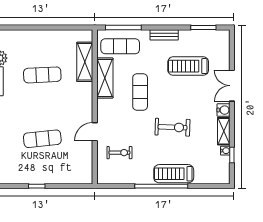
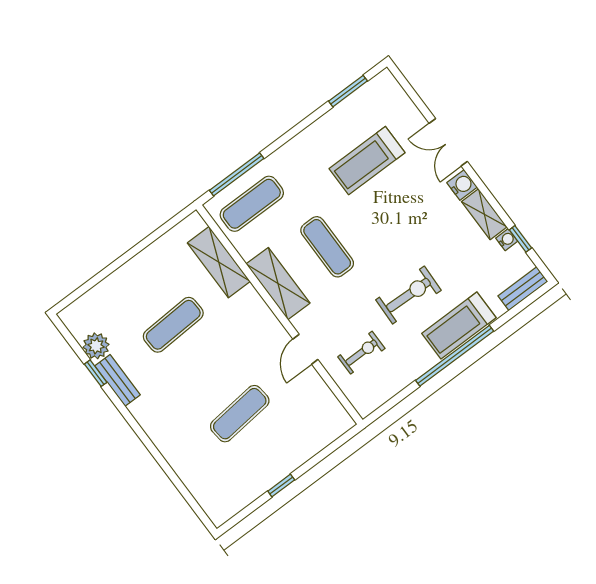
bench: (164, 35) -> (523, 289), moved
shelving: (105, 78) -> (278, 284), moved
exercise bike: (172, 127) -> (408, 295), moved

